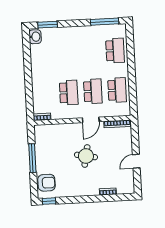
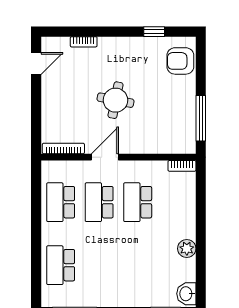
plant: (36, 65) -> (187, 249), added
window: (32, 158) -> (201, 118), moved
door: (136, 161) -> (36, 64), moved
window: (49, 201) -> (154, 32), moved

